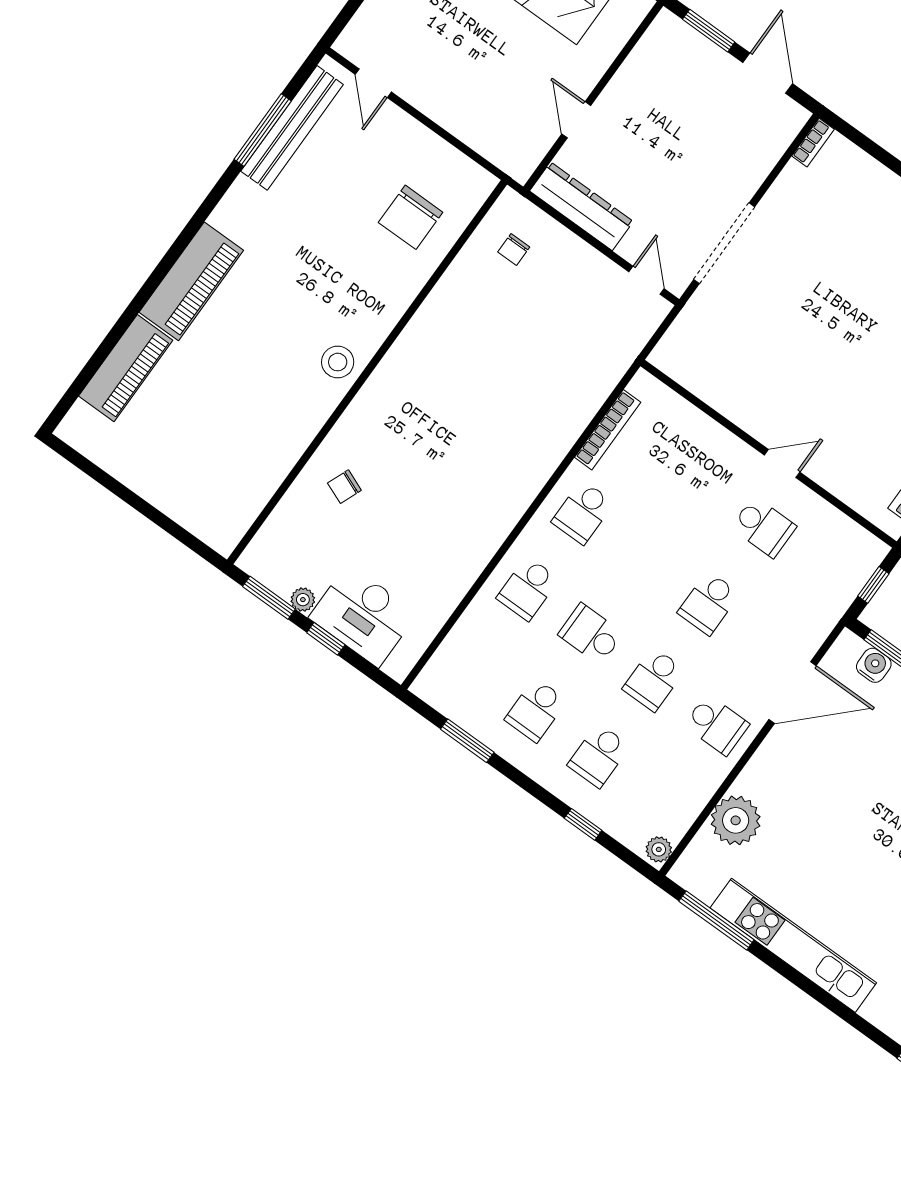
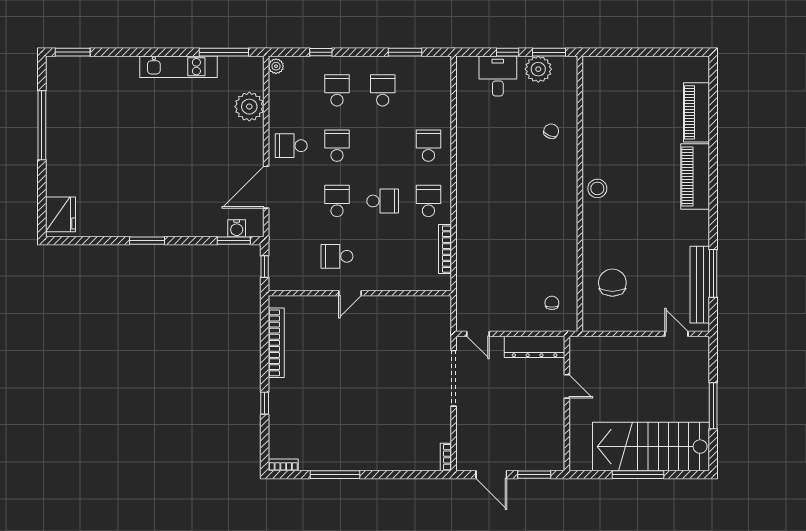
plant: (303, 600) -> (538, 69), width x1.88, depth x1.88
desk: (363, 616) -> (498, 76), width x0.73
school desk: (591, 634) -> (383, 201), moved
kitchen unit: (793, 945) -> (179, 67), width x0.73

